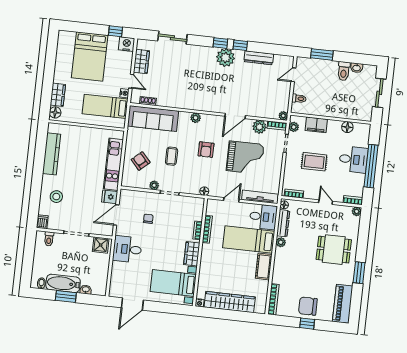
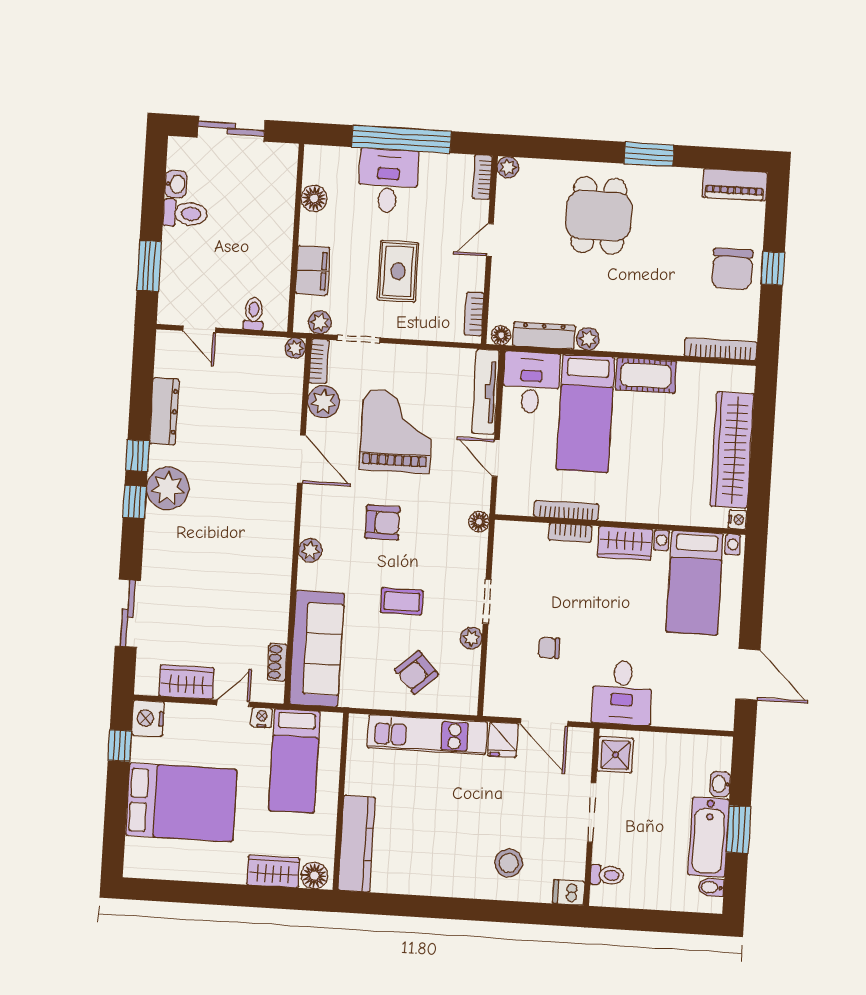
kitchen counter: (52, 154) -> (357, 844), moved, turned 90
piano: (343, 304) -> (735, 185), width x0.73, depth x0.75

